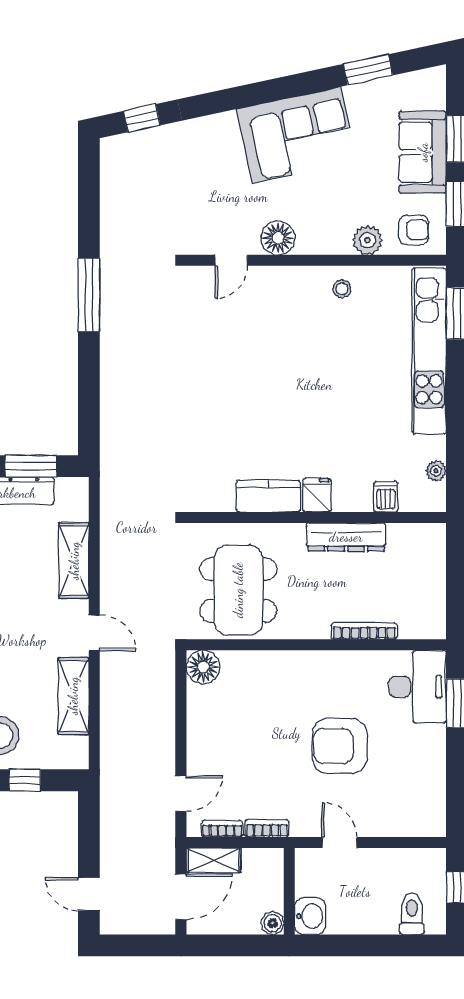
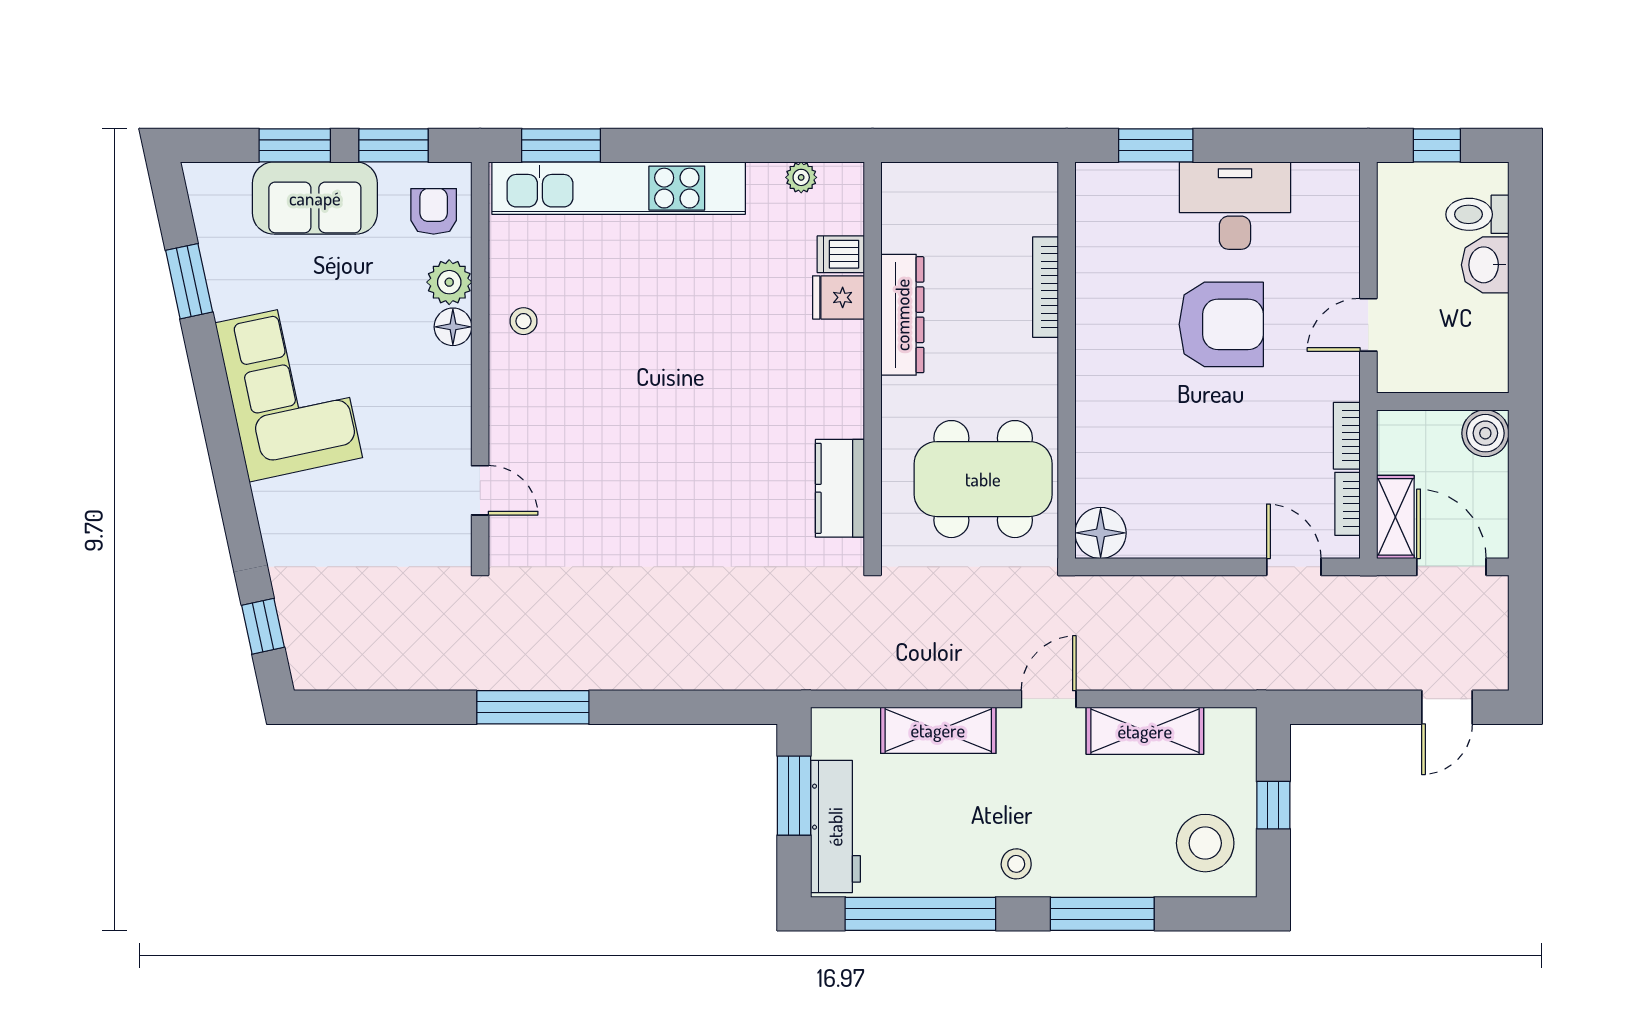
floor lamp: (278, 238) -> (453, 327), moved, width x0.73, depth x0.73
fridge: (317, 495) -> (838, 297), moved
kitchen counter: (268, 496) -> (840, 488), moved
desk: (418, 687) -> (1235, 206), moved
armchair: (340, 746) -> (1221, 324), turned -90
washbasin: (310, 916) -> (1485, 265), moved, turned -90
boiler: (273, 923) -> (1485, 433), width x1.36, depth x1.36

